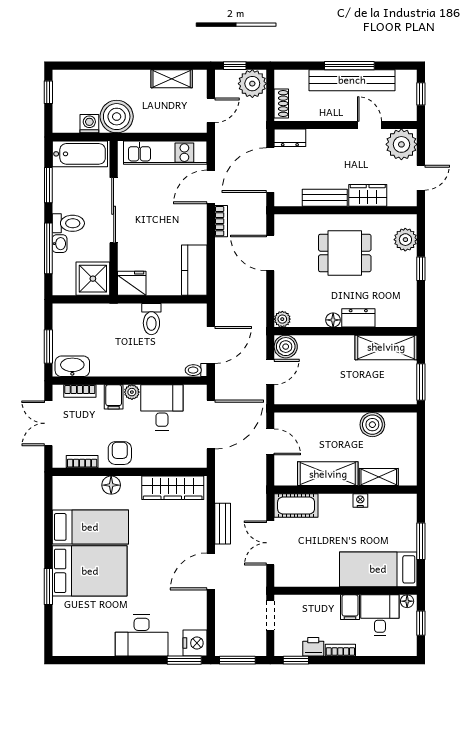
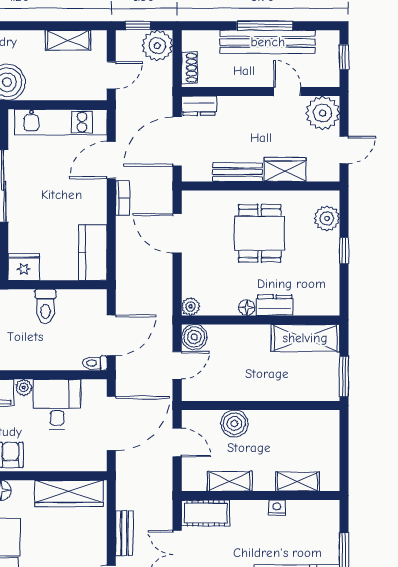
dining table: (345, 253) -> (260, 233), turned 90
boiler: (372, 425) -> (234, 423), moved
shelving: (328, 474) -> (230, 481), width x0.67, depth x0.75

